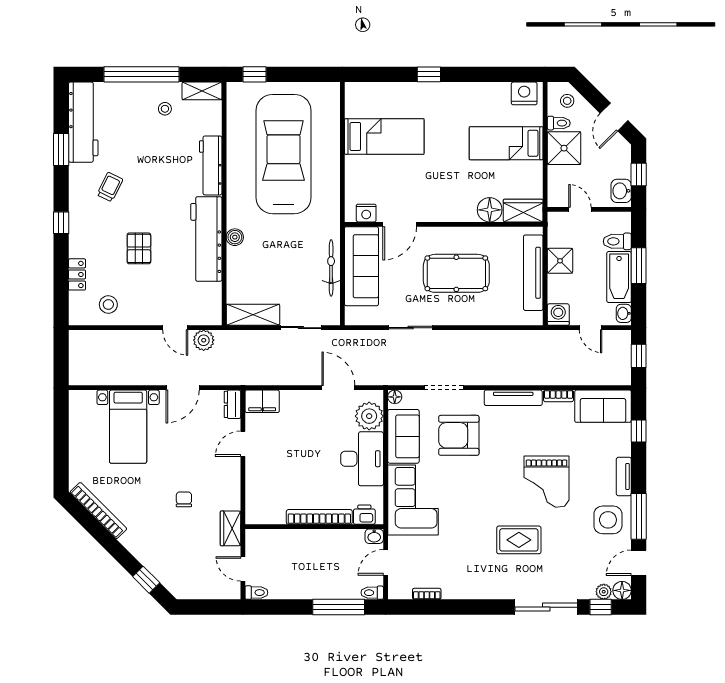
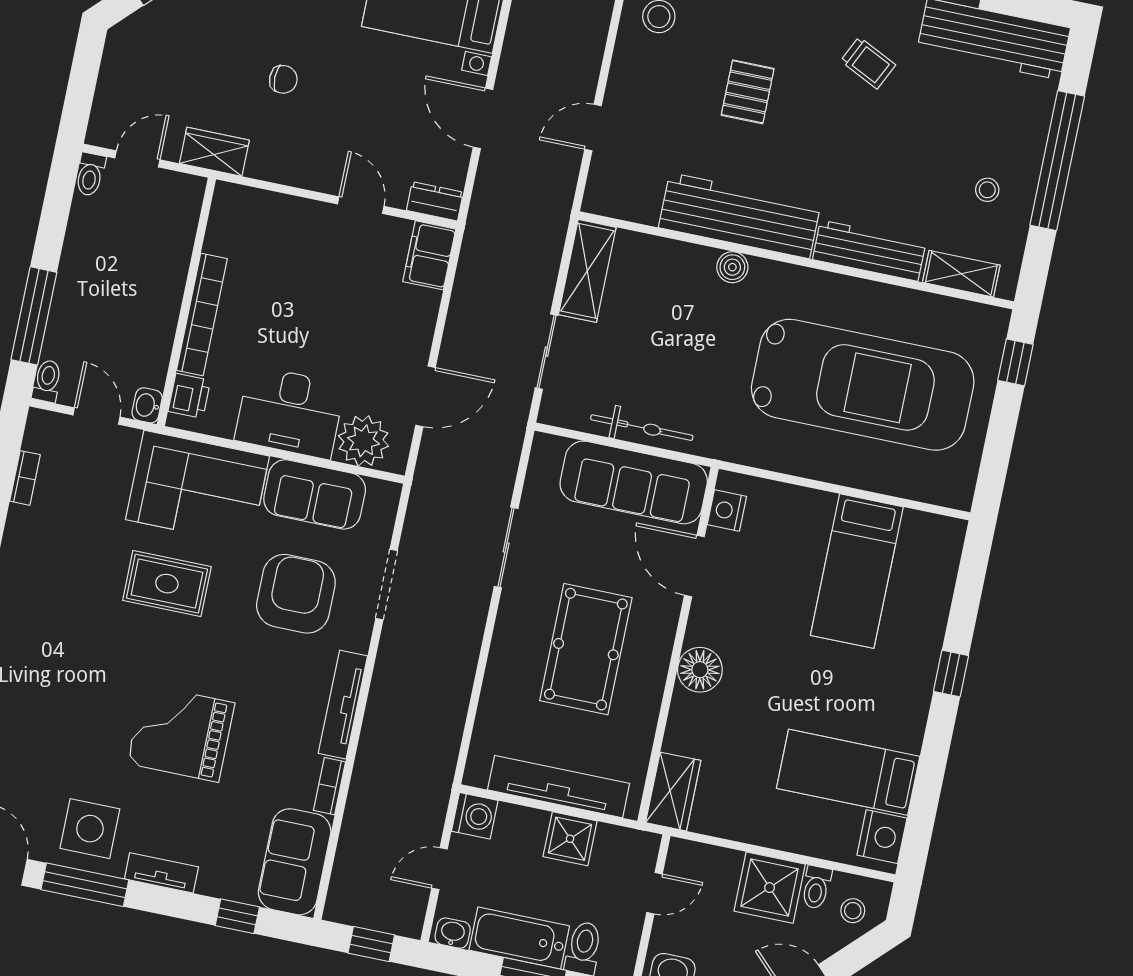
shelving: (202, 91) -> (961, 274), moved, turned 90
bed: (506, 143) -> (848, 772), moved, turned -90
floor lamp: (490, 210) -> (700, 670), moved
pallet: (139, 248) -> (748, 92), turned 90
plant: (204, 340) -> (560, 173), removed
floor lamp: (395, 397) -> (388, 494), removed
rug: (519, 540) -> (167, 584), moved, turned 90

